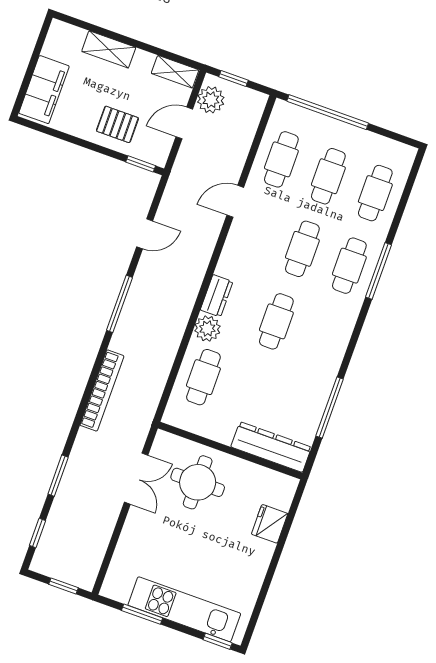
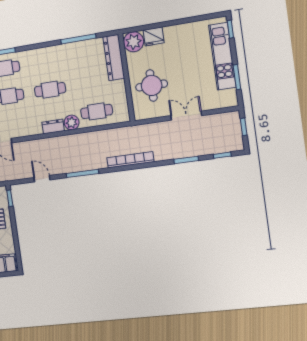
double door: (136, 479) -> (186, 116), moved
plant: (278, 490) -> (134, 42), added

